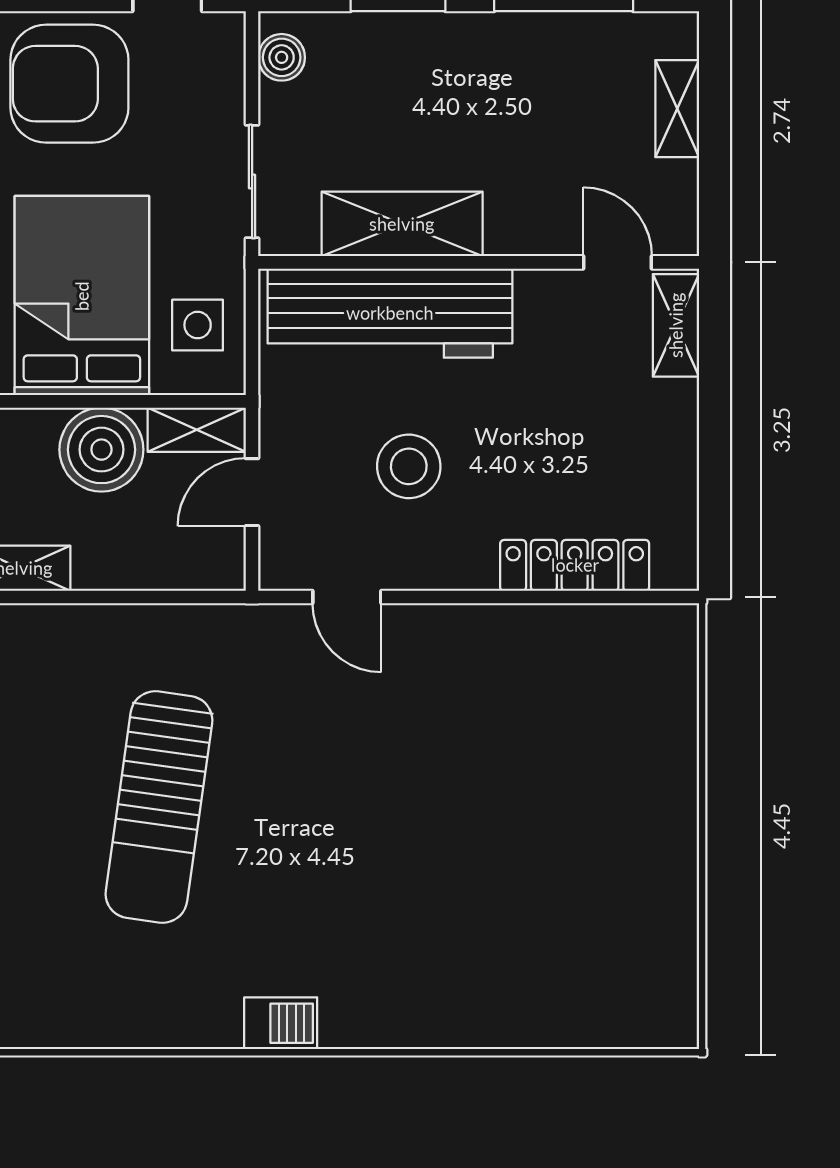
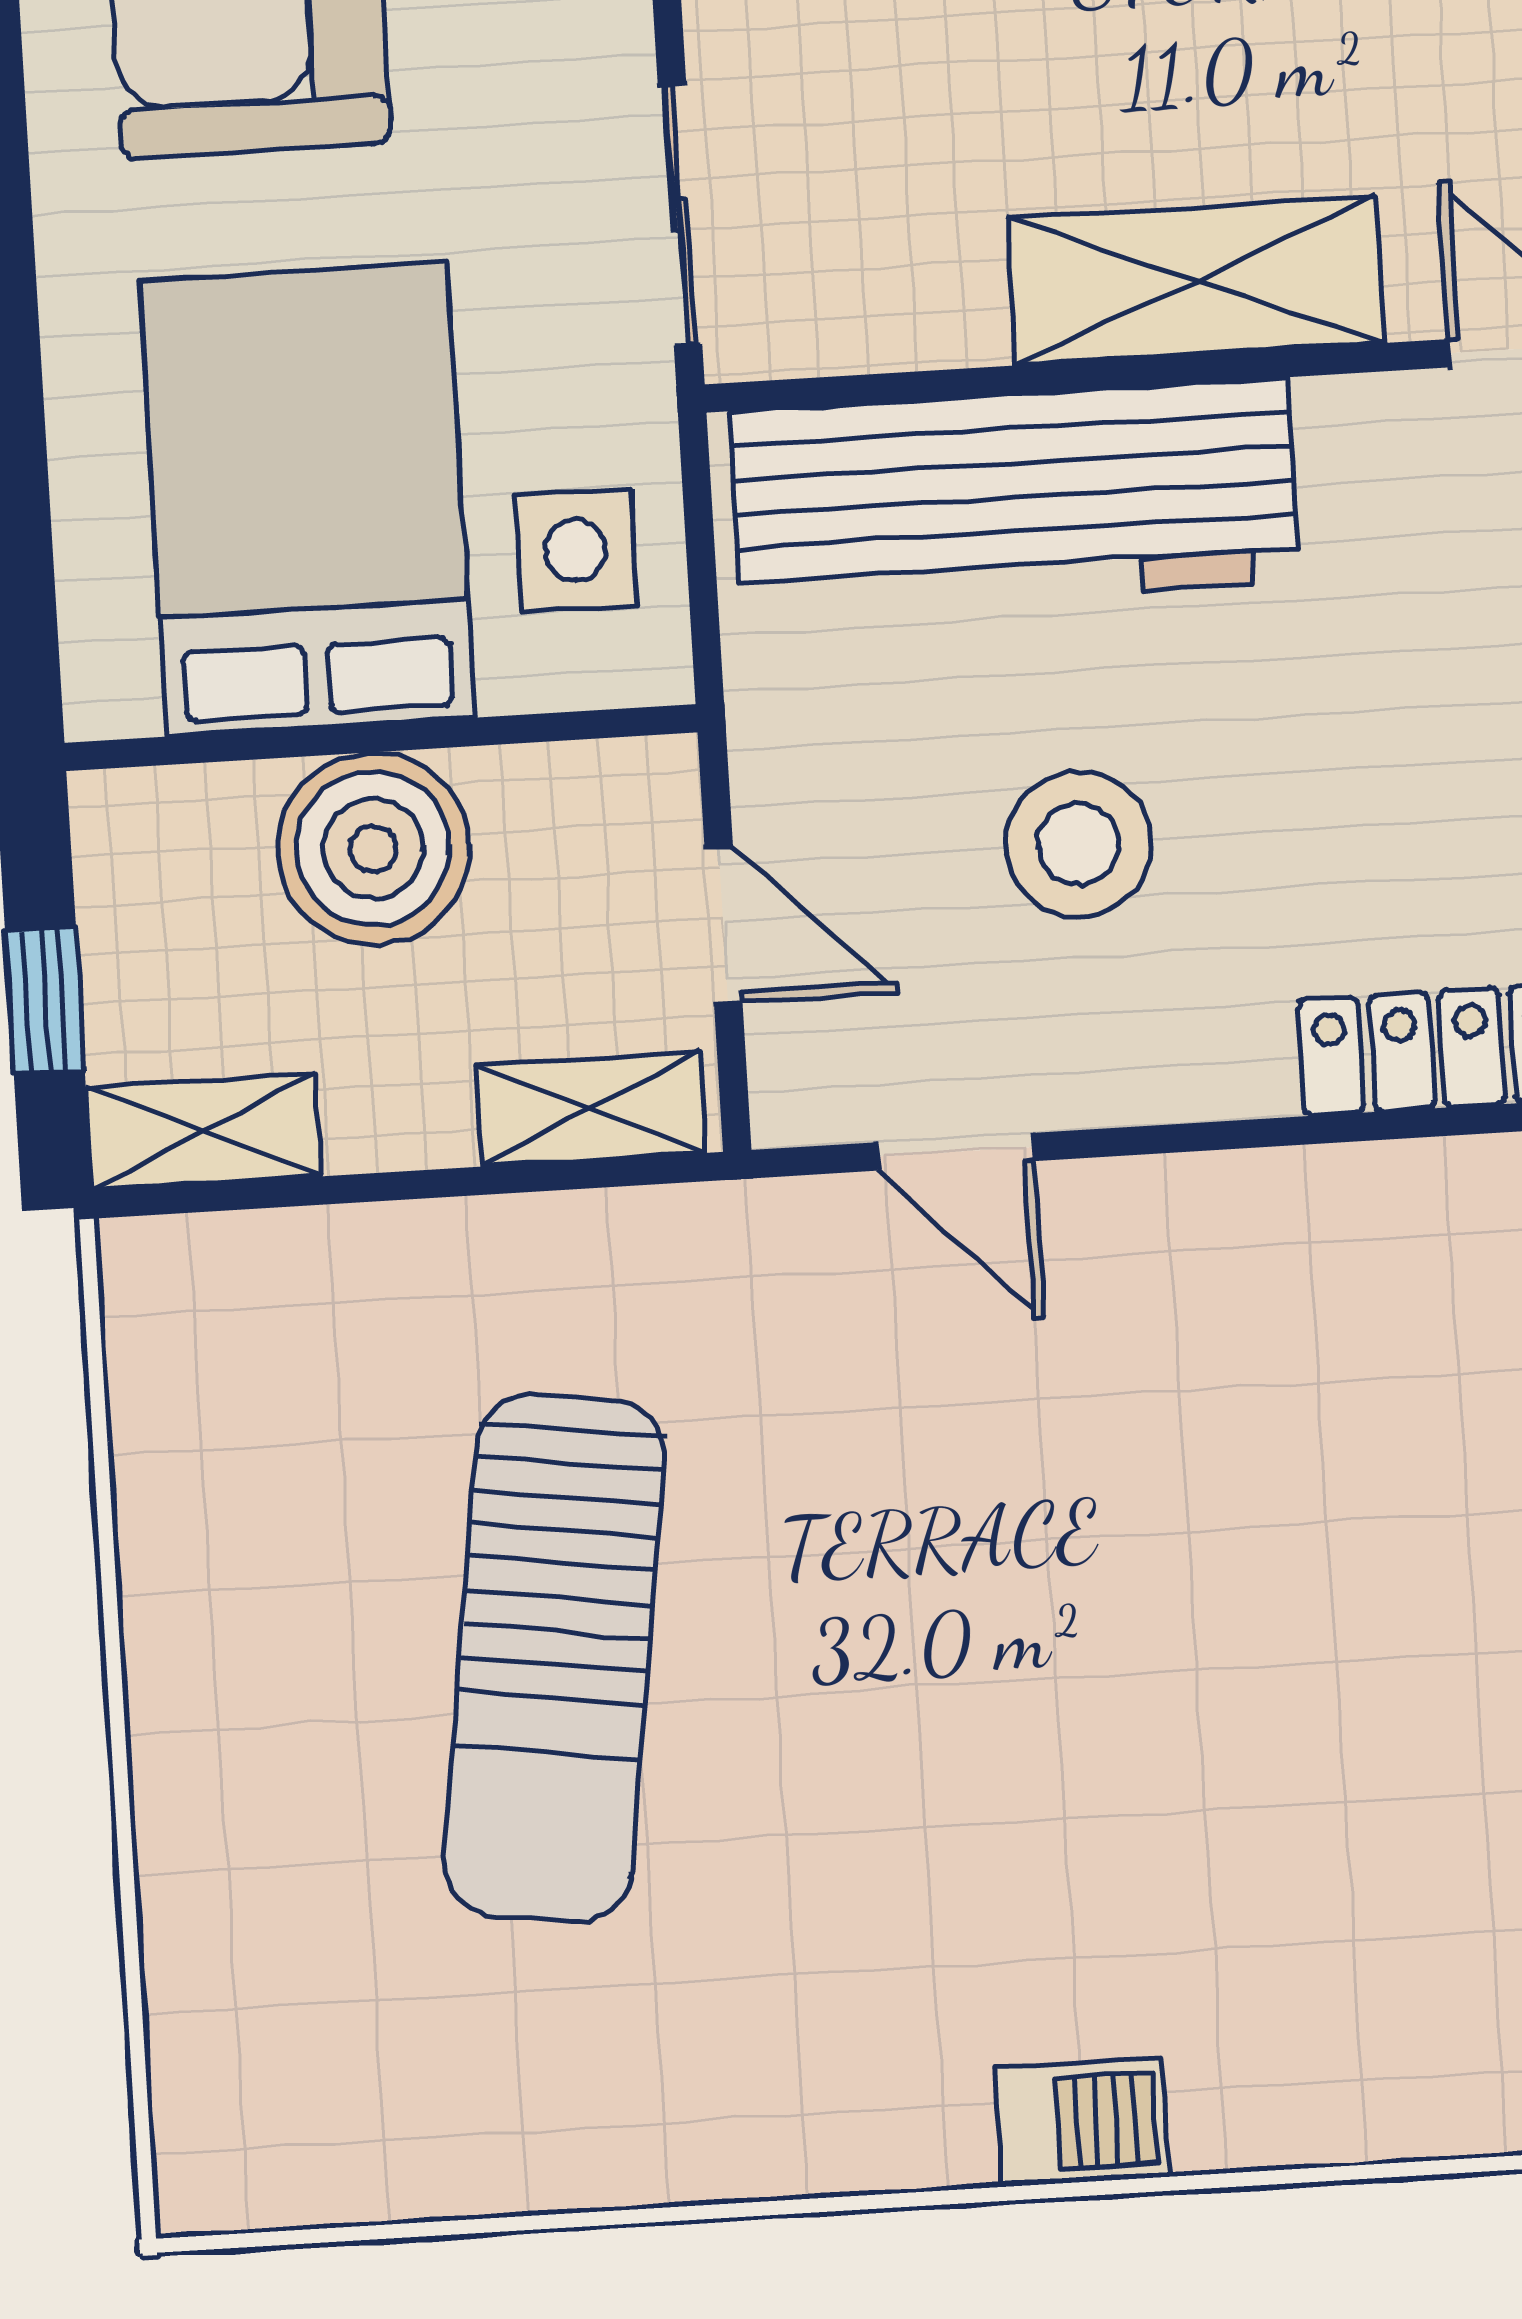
shelving: (402, 224) -> (1196, 280), moved
shelving: (197, 430) -> (590, 1109), moved
door: (252, 492) -> (723, 925), swing flipped
barbecue: (281, 1023) -> (1081, 2122), moved

